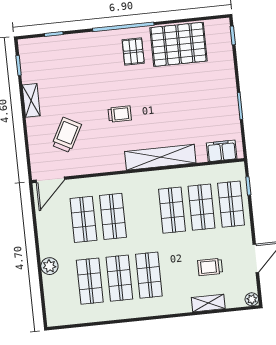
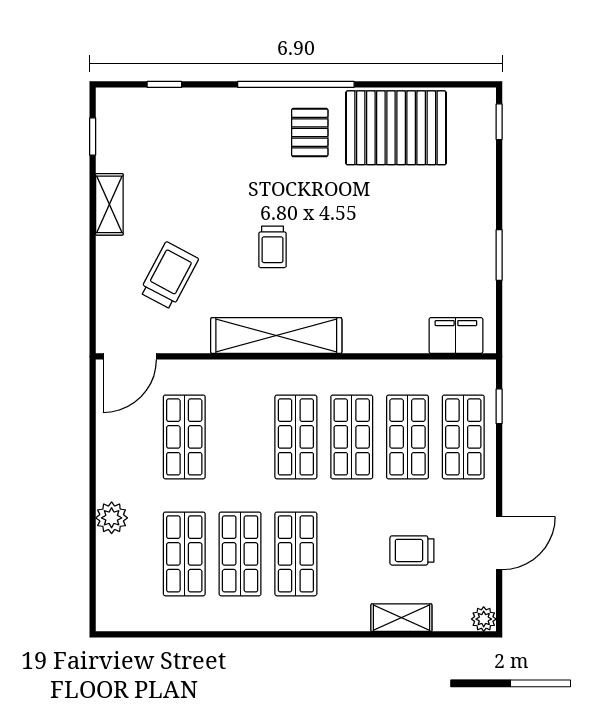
trolley: (120, 114) -> (272, 247), turned 90
shelving: (160, 157) -> (276, 336), moved
shop shelf: (113, 216) -> (296, 437), moved

